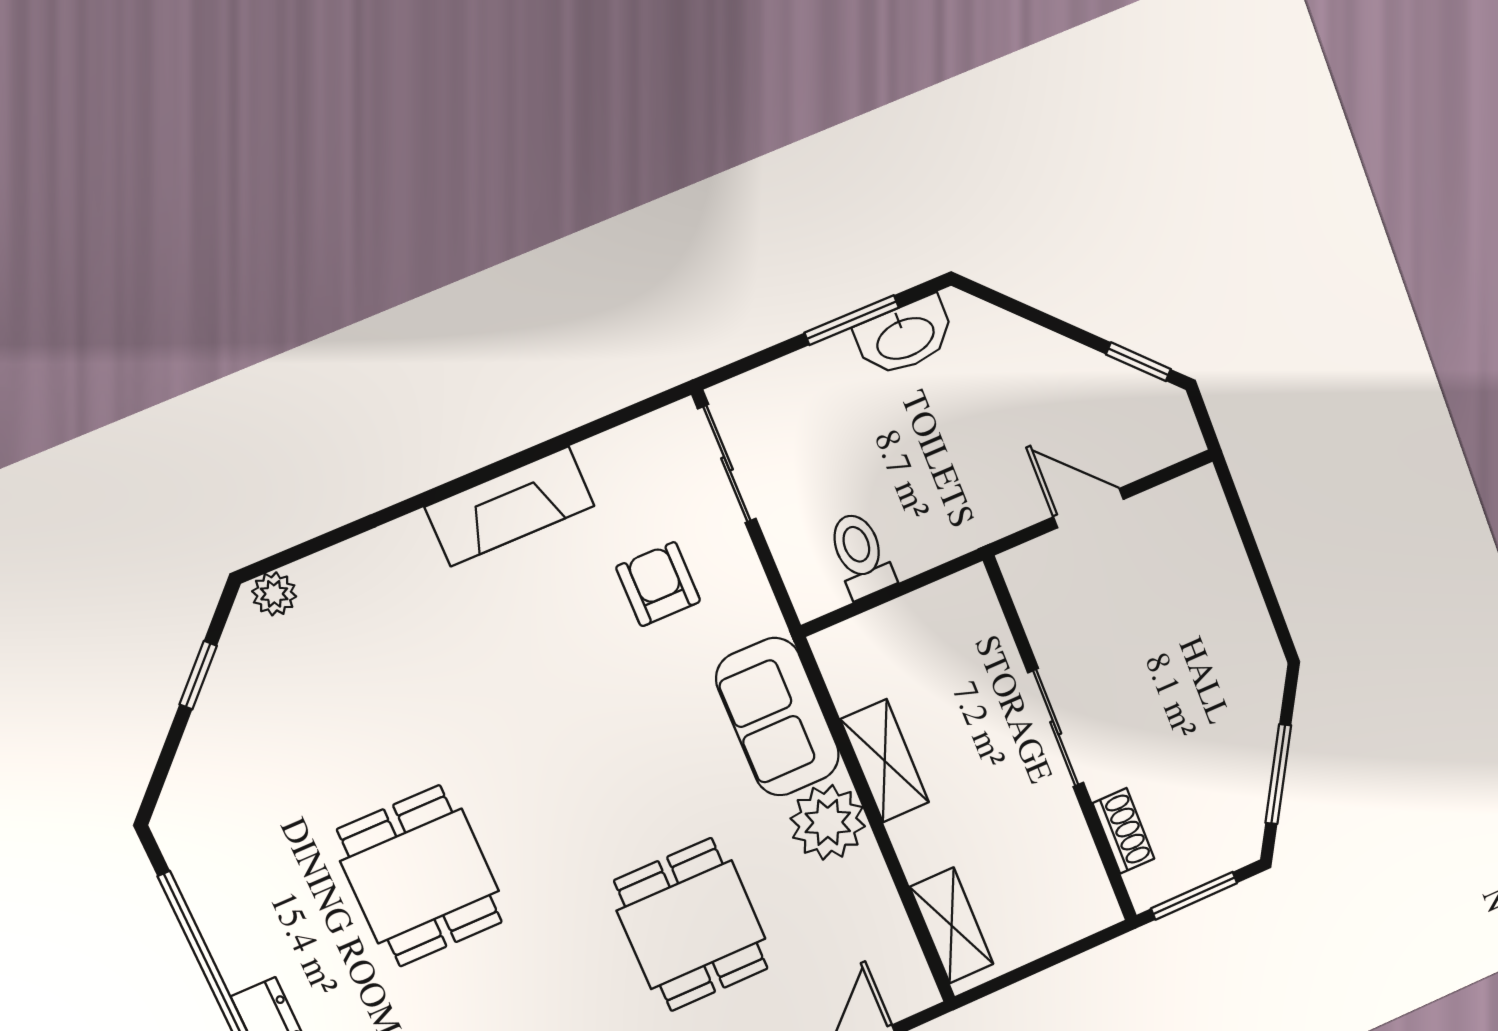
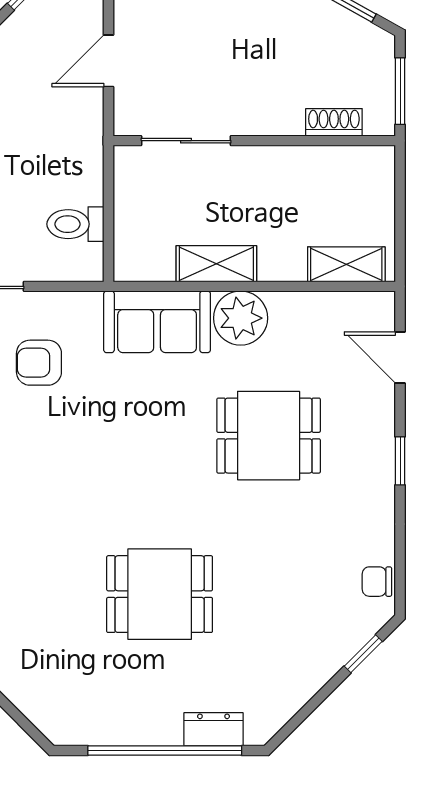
sliding door: (1056, 728) -> (186, 141), moved

